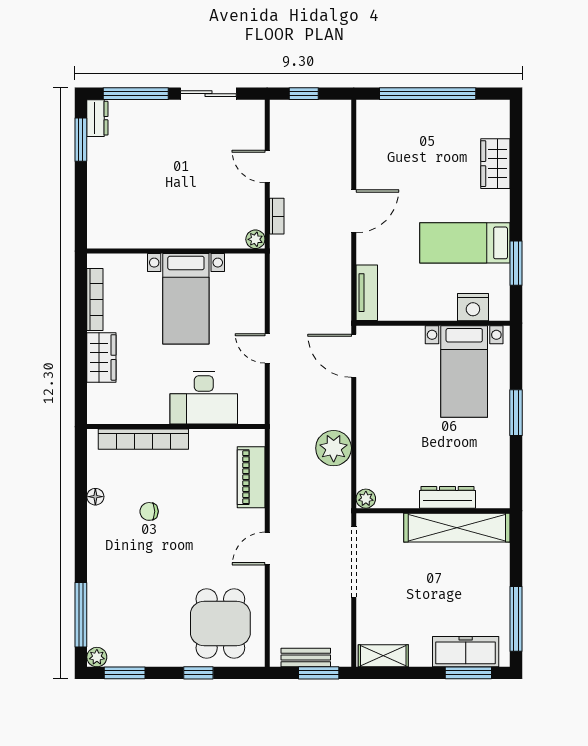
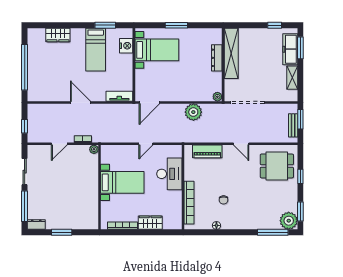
window: (81, 140) -> (62, 232), moved
window: (516, 619) -> (275, 25), width x0.46
shelving: (383, 656) -> (292, 78), moved
plant: (97, 657) -> (289, 221), width x1.87, depth x1.87

